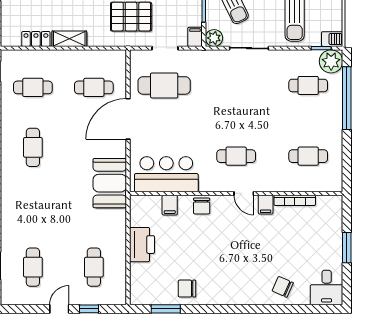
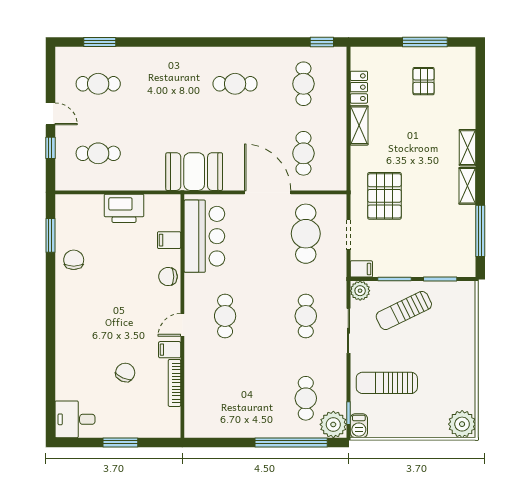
cafe table: (308, 156) -> (306, 316), moved
chair: (283, 287) -> (125, 372), moved

